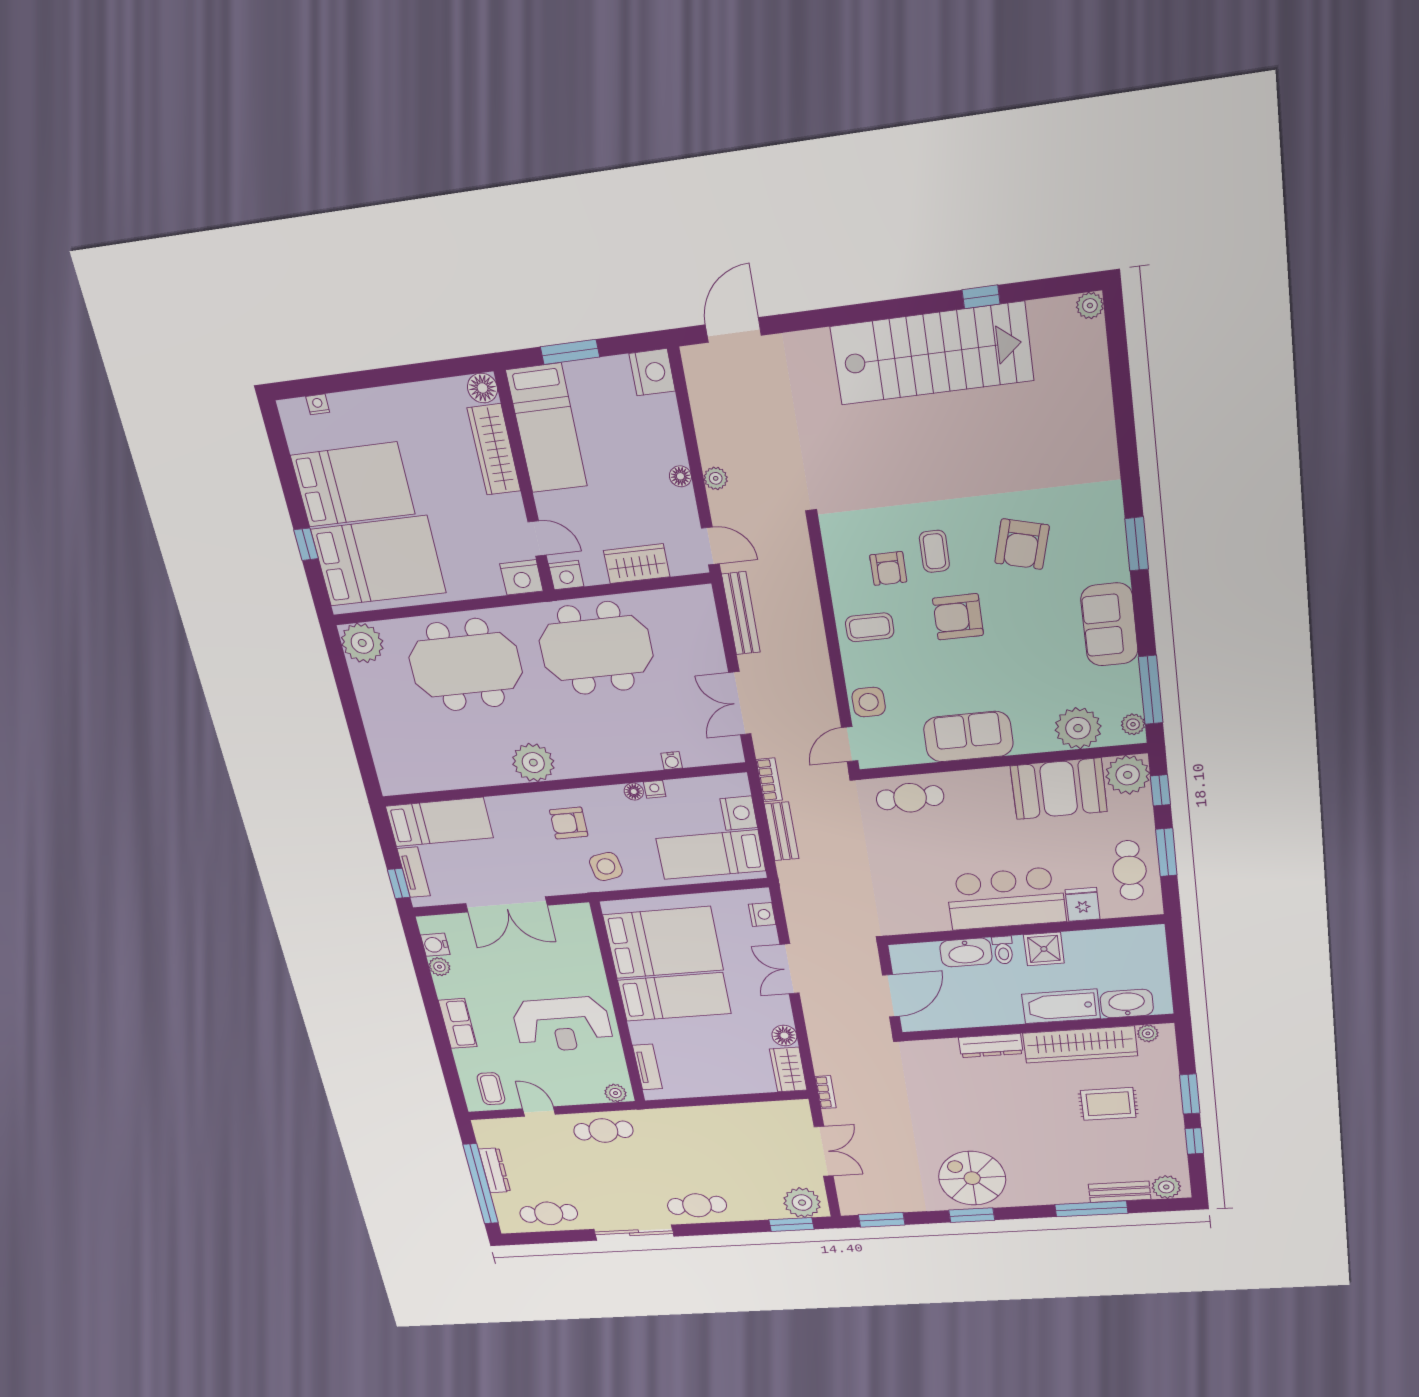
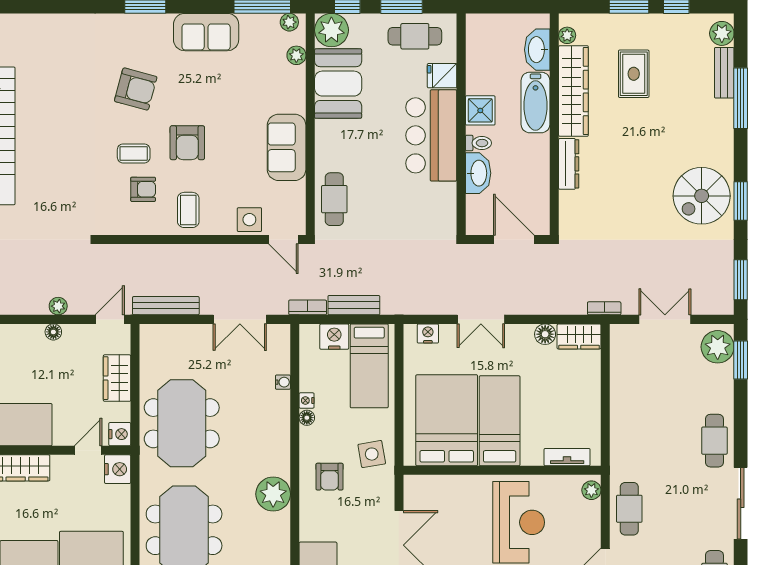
plant: (1078, 728) -> (296, 55), width x0.53, depth x0.53

